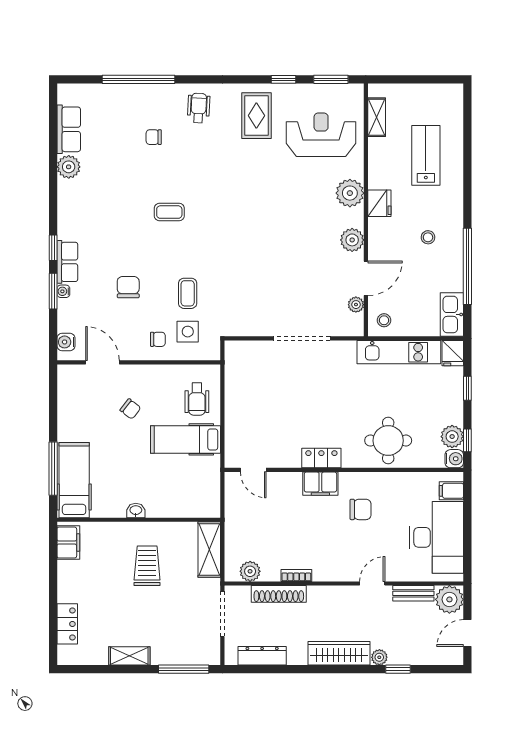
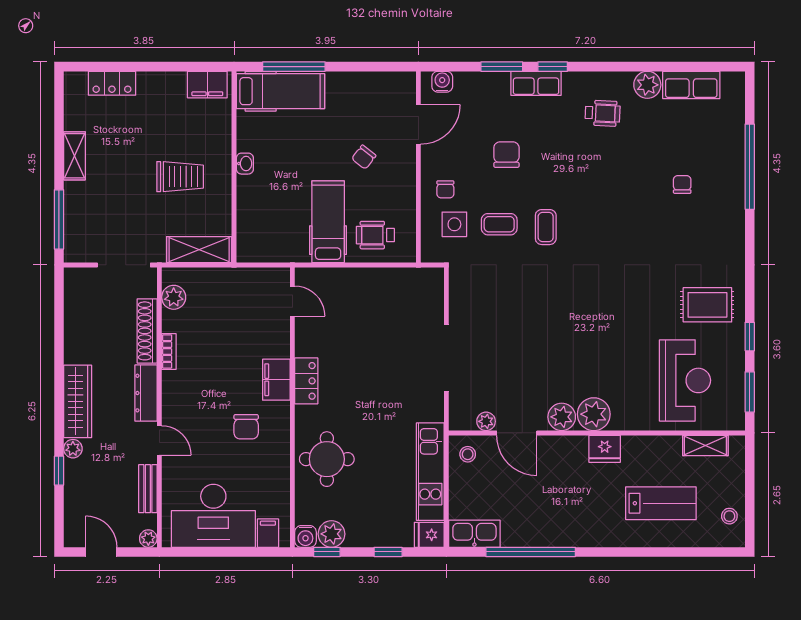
wheelchair: (199, 108) -> (603, 113), moved
plant: (350, 193) -> (594, 414), moved
coffee table: (169, 212) -> (546, 227), moved
stool: (428, 237) -> (729, 516), moved
chair: (128, 287) -> (506, 155), turned -90
water cooler: (63, 291) -> (502, 79), removed
door: (253, 470) -> (292, 301), swing flipped
plant: (449, 599) -> (148, 539), width x0.53, depth x0.53
dresser: (262, 656) -> (146, 393), moved, turned 180

